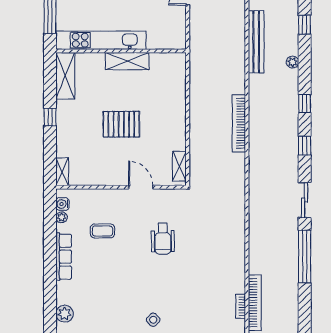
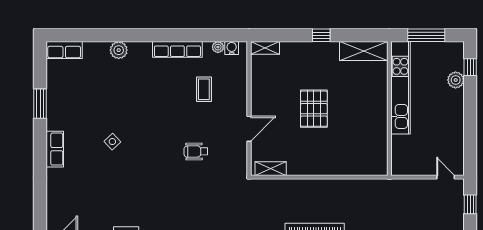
shelving: (127, 61) -> (379, 115), removed
wheelchair: (163, 239) -> (196, 151), width x0.73, depth x0.73

